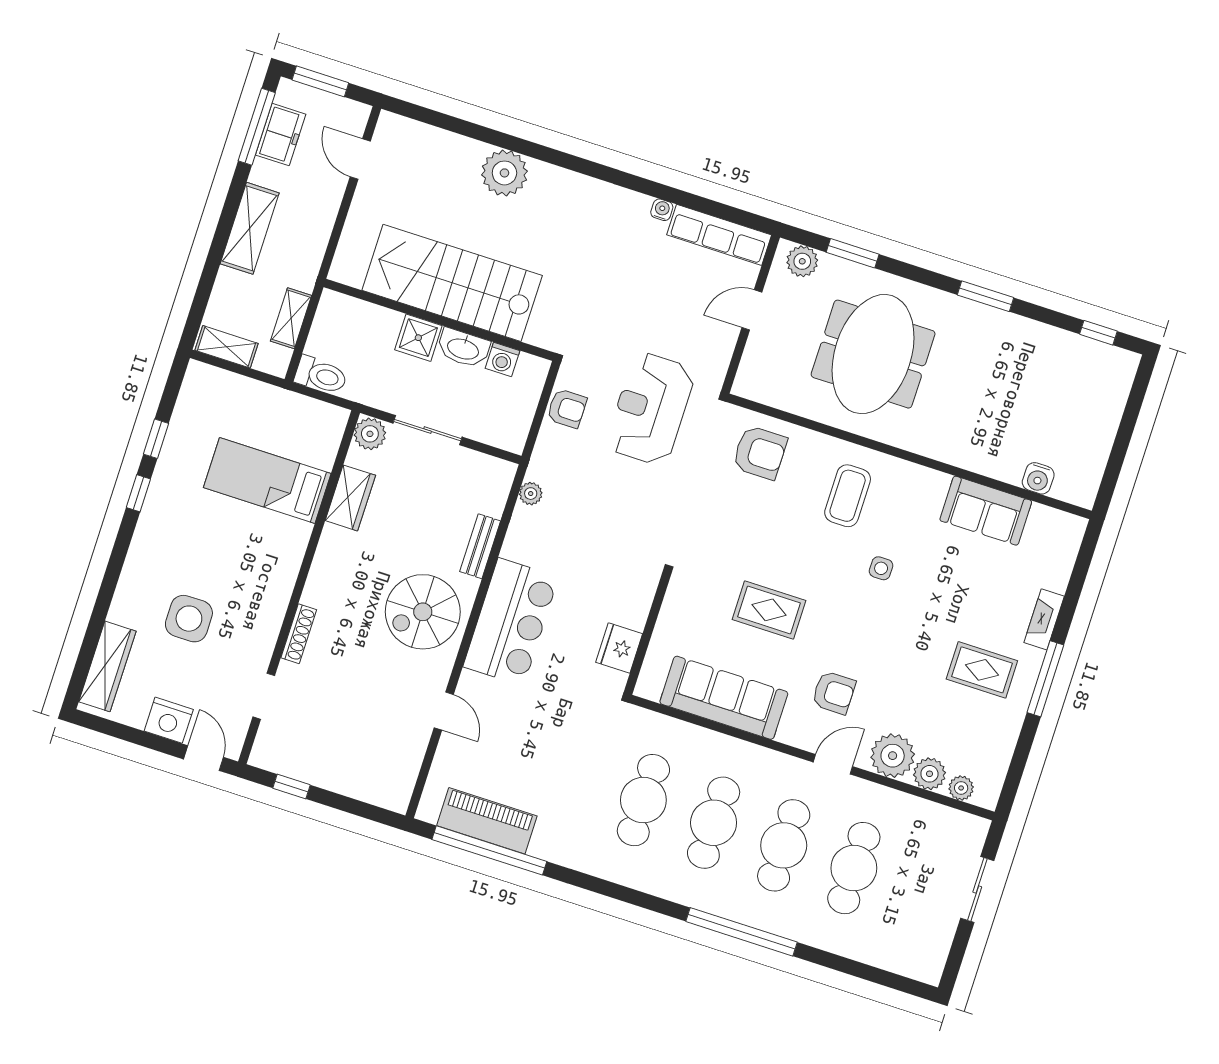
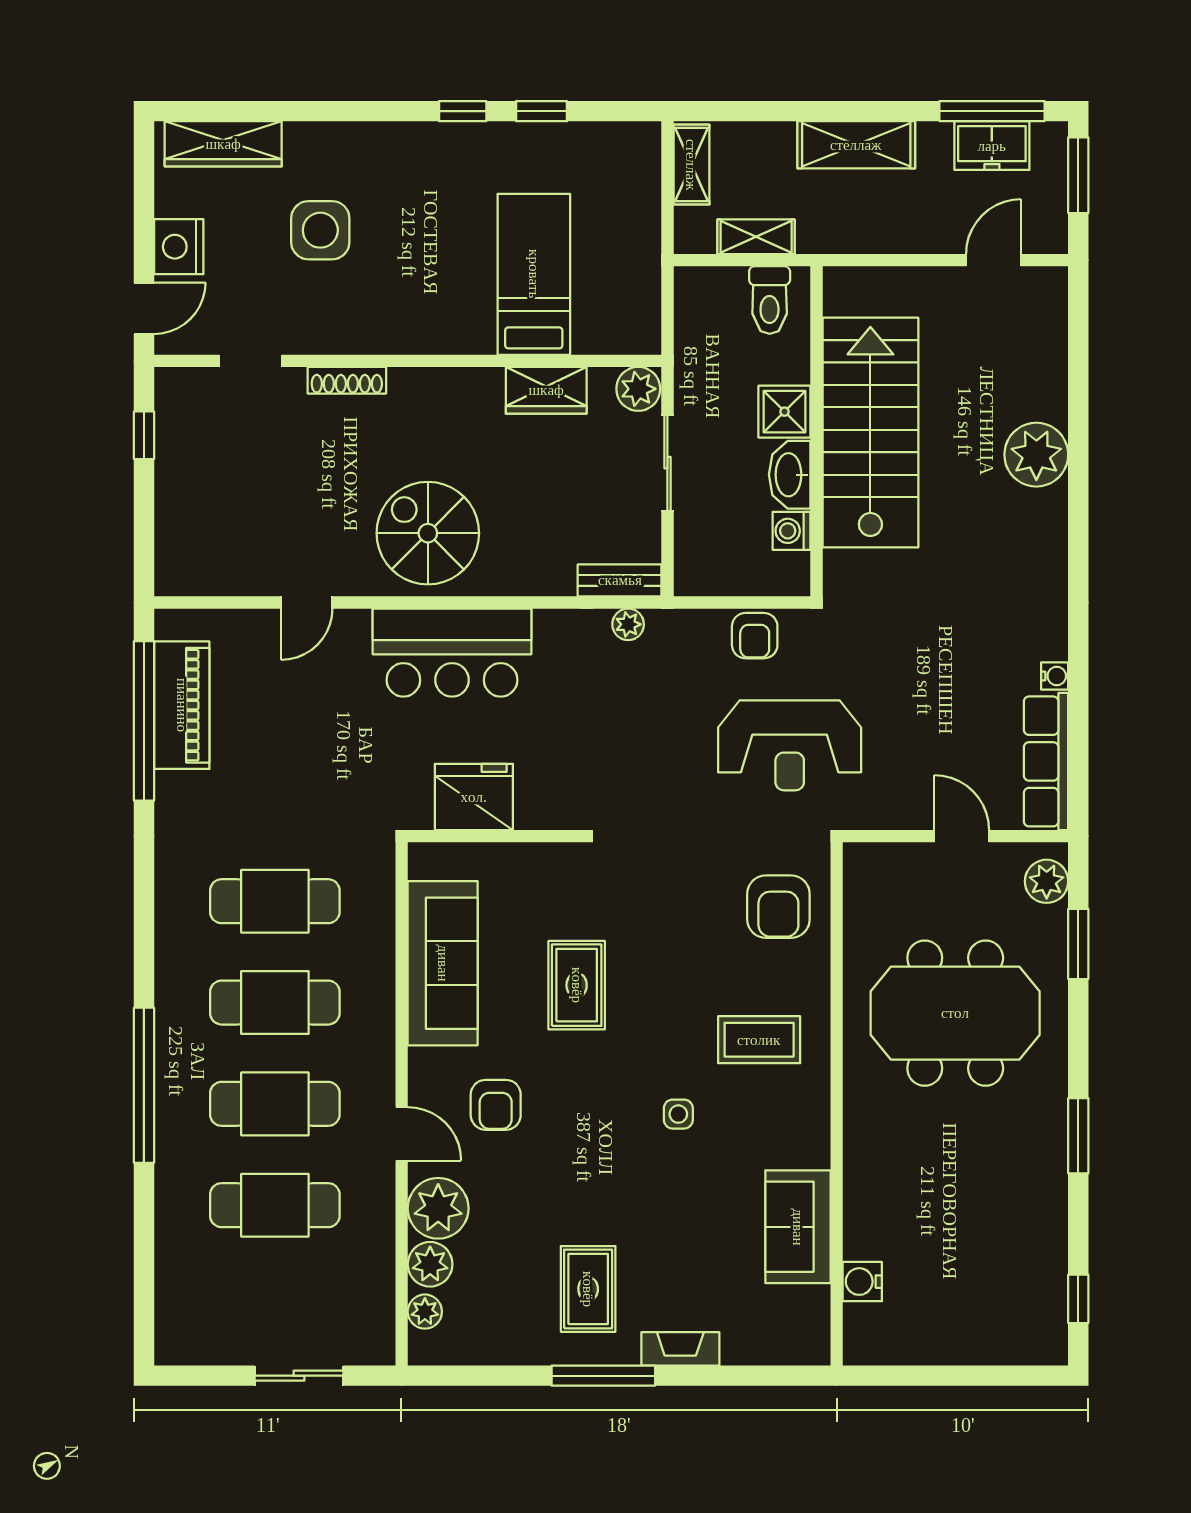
toilet: (321, 375) -> (770, 300), moved
reception desk: (651, 409) -> (790, 745), turned 180
bench: (480, 546) -> (620, 580), moved
fridge: (619, 648) -> (474, 797), width x1.36, depth x1.34

